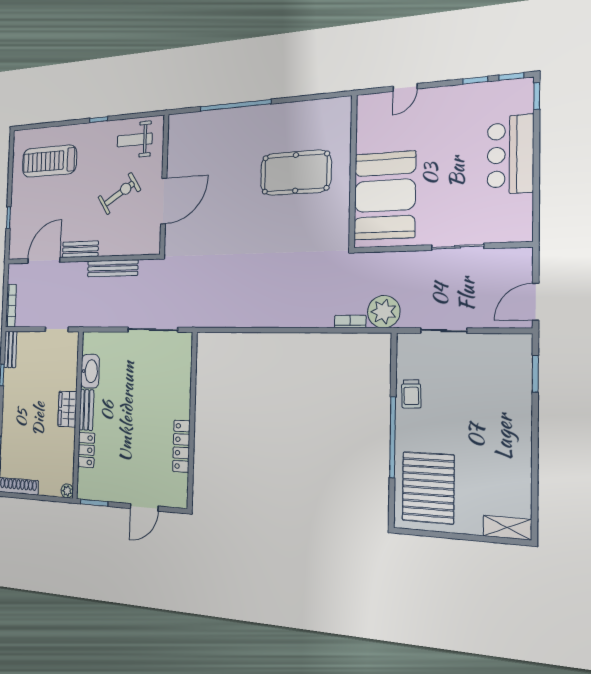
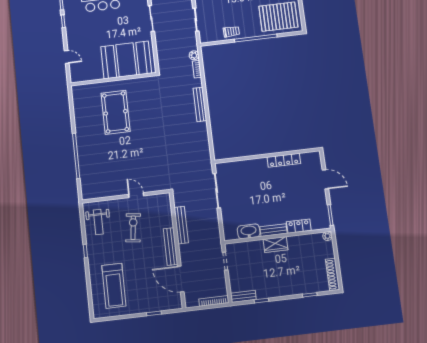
exercise bike: (119, 194) -> (133, 228), turned 39
door: (164, 201) -> (136, 195), width x0.53
bench: (80, 249) -> (171, 247), width x1.36
plant: (384, 312) -> (194, 55), width x0.53, depth x0.53
bench: (289, 319) -> (200, 104), added

